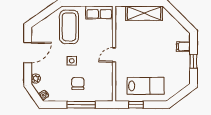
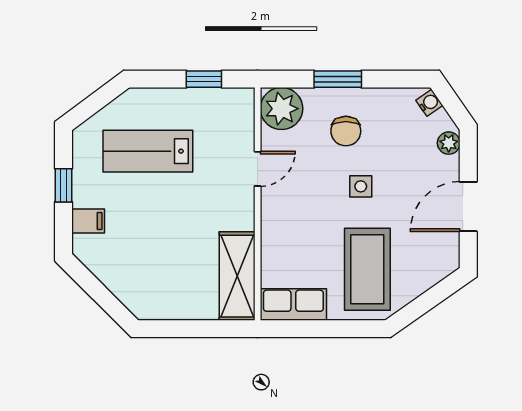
shelving: (144, 13) -> (237, 276), moved, turned 90
door: (114, 55) -> (258, 169), moved
lab bench: (146, 86) -> (148, 151), moved
plant: (104, 93) -> (282, 109), added
window: (81, 105) -> (338, 79), width x0.69

